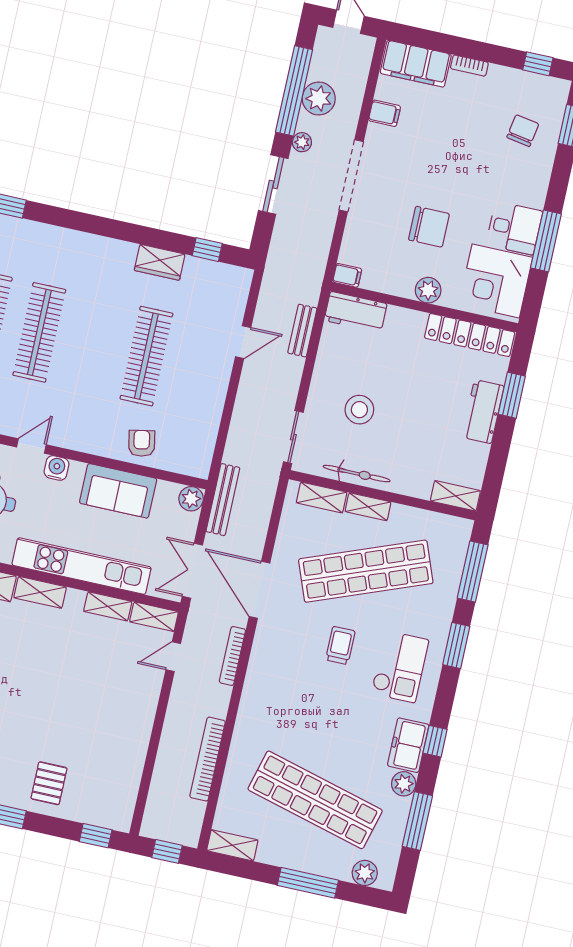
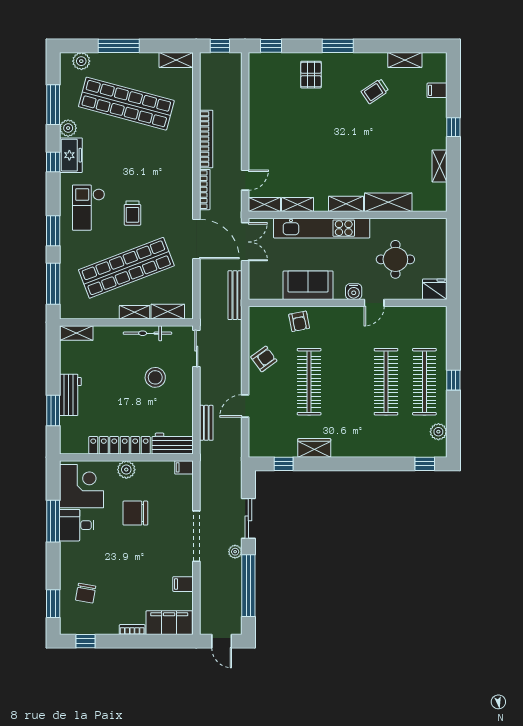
plant: (319, 99) -> (230, 584), removed
locker: (470, 335) -> (119, 445), moved
armchair: (202, 402) -> (264, 359), added
plant: (191, 499) -> (257, 291), removed
bookcase: (208, 759) -> (206, 139), moved

